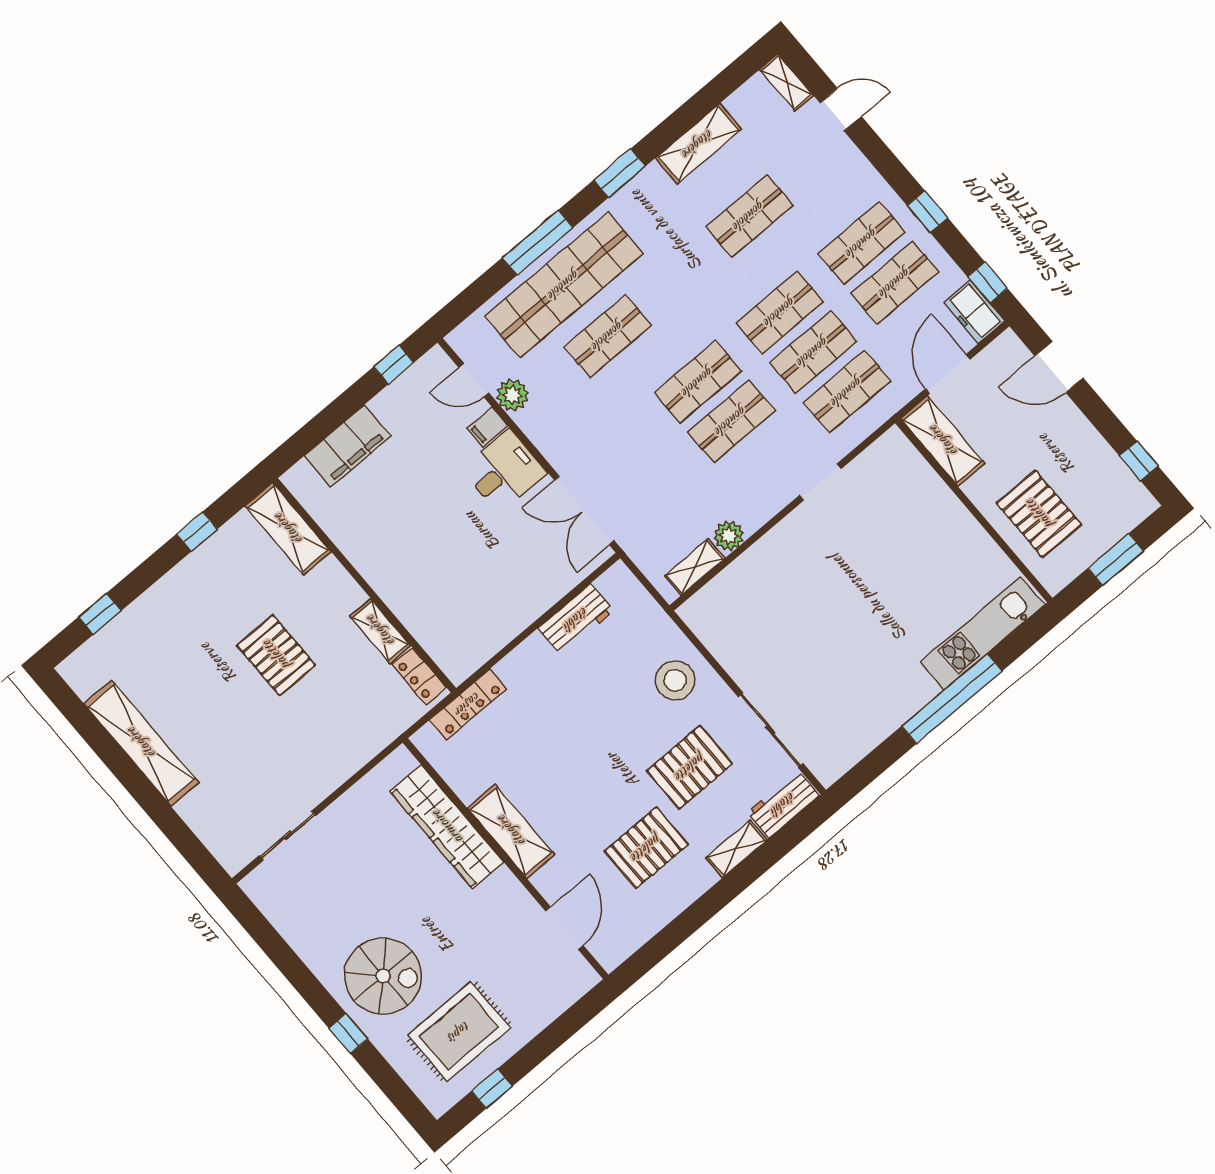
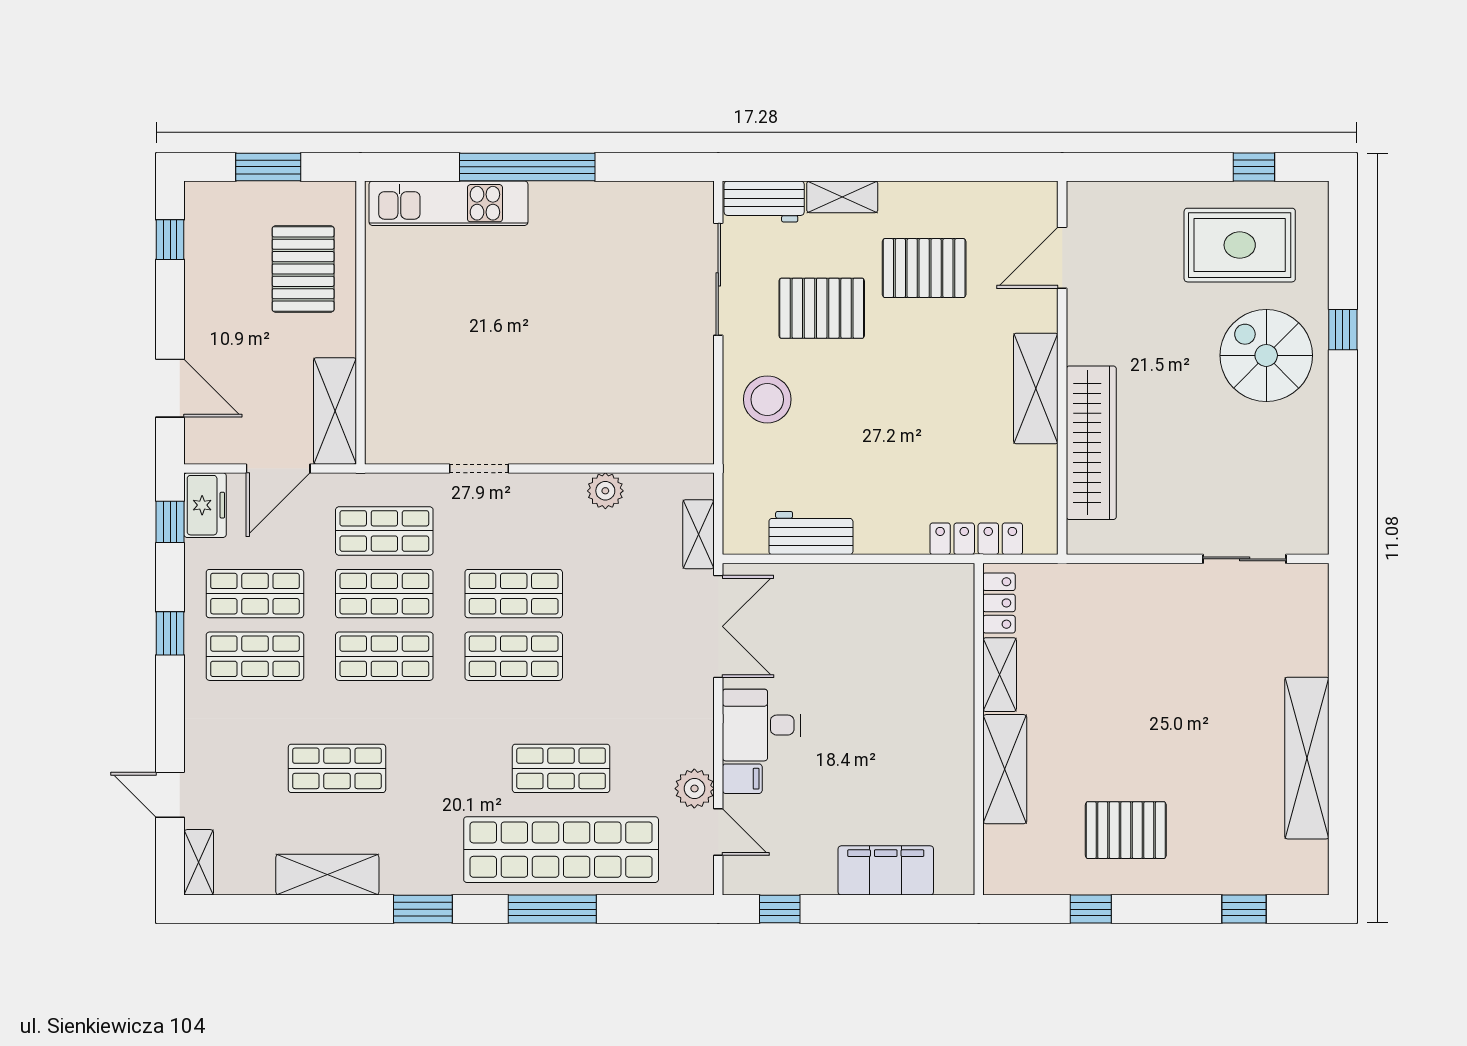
shelving: (288, 529) -> (1005, 769), moved
shelving: (695, 567) -> (698, 534), moved, turned 90
pallet: (276, 655) -> (1126, 830), moved, turned 90

